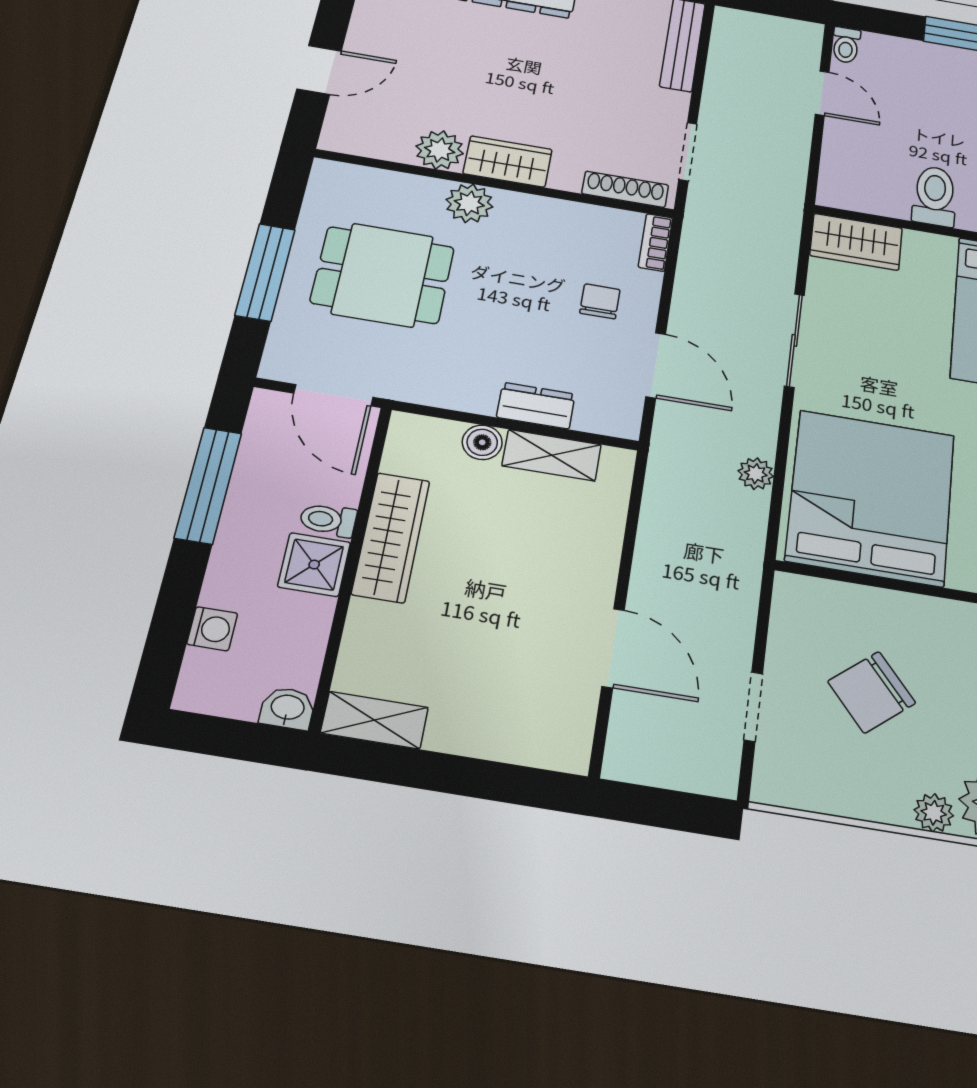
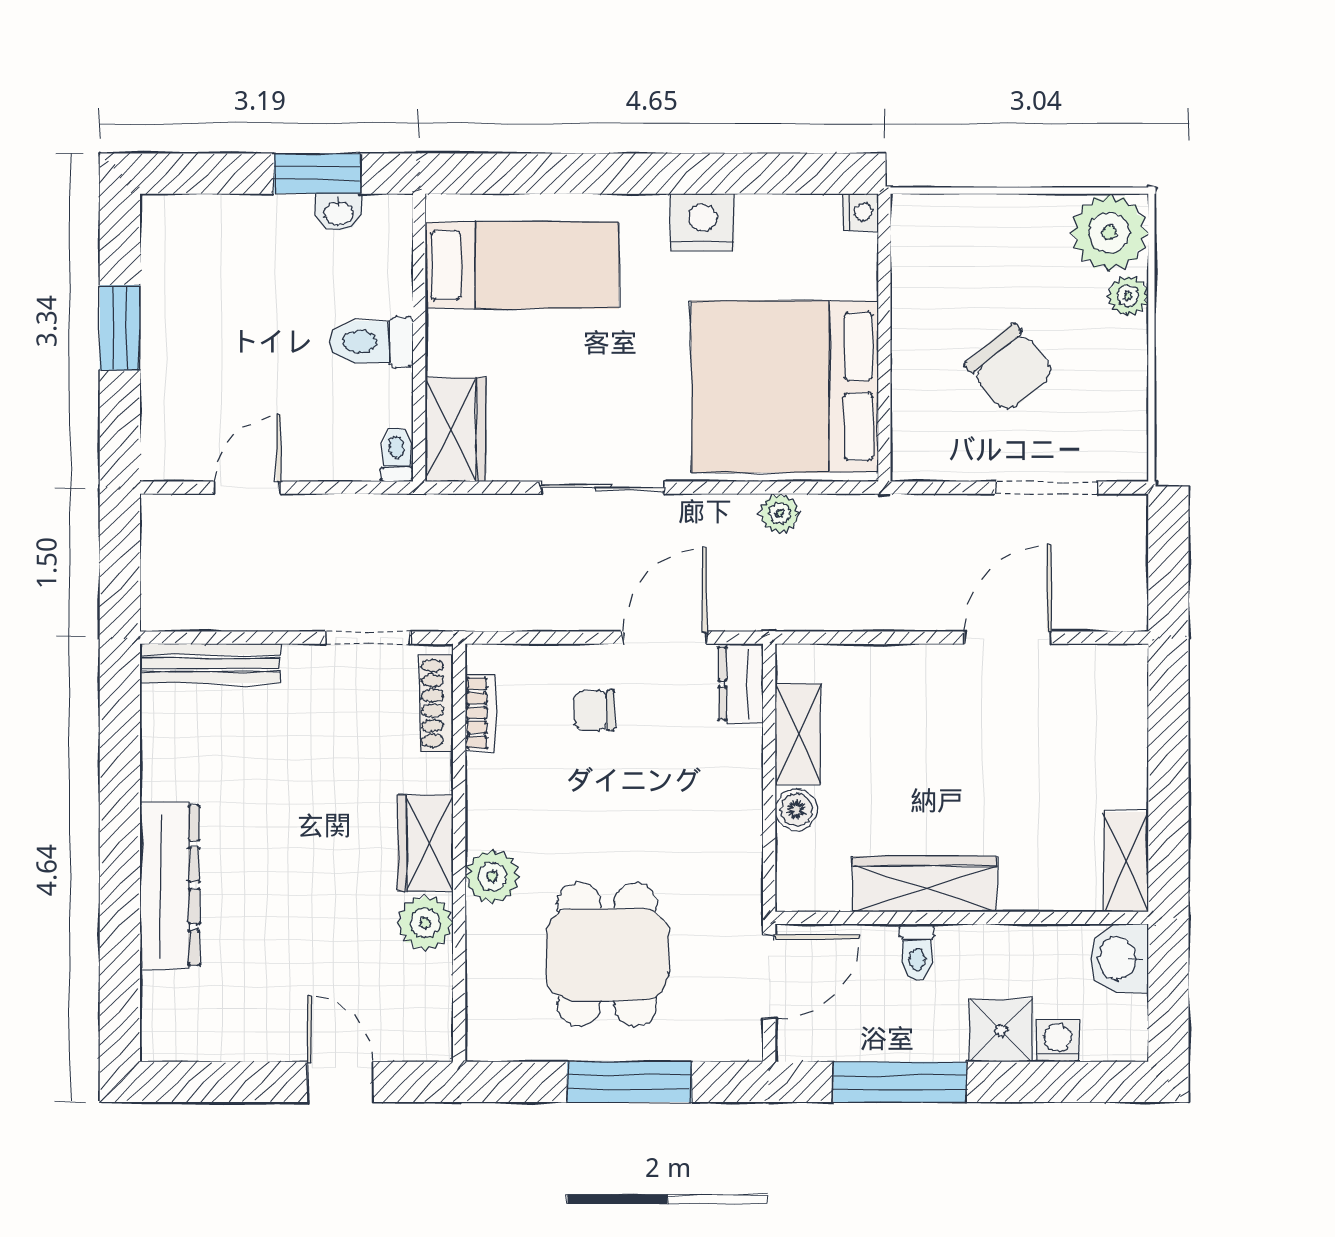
toilet: (846, 45) -> (396, 455), moved, turned -90
bookcase: (655, 242) -> (480, 713), moved, turned -90
dresser: (536, 406) -> (741, 684), moved
shower: (314, 565) -> (1001, 1030), moved
doorway: (753, 707) -> (1047, 488), width x1.38
washbasin: (287, 708) -> (1119, 958), width x1.38, depth x1.45

